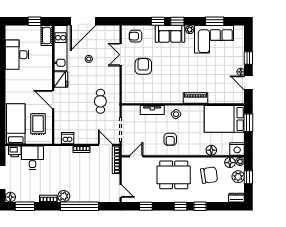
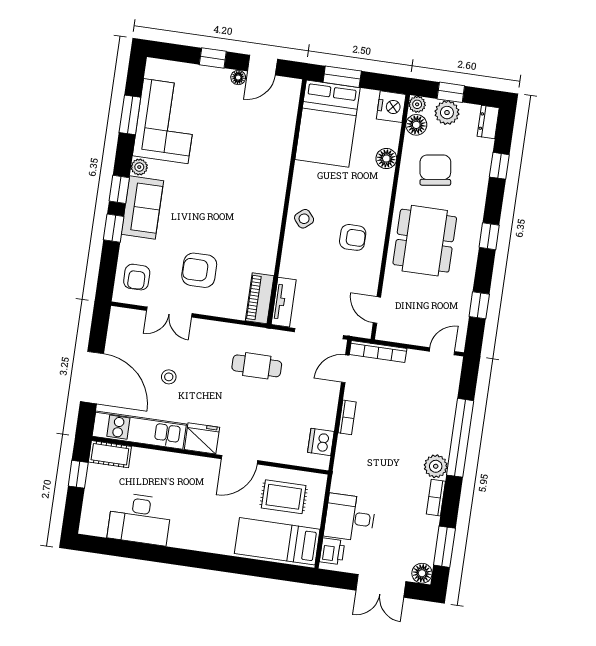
piano: (195, 98) -> (260, 298), moved
tv unit: (152, 110) -> (284, 302), moved
window: (200, 206) -> (499, 166), moved

